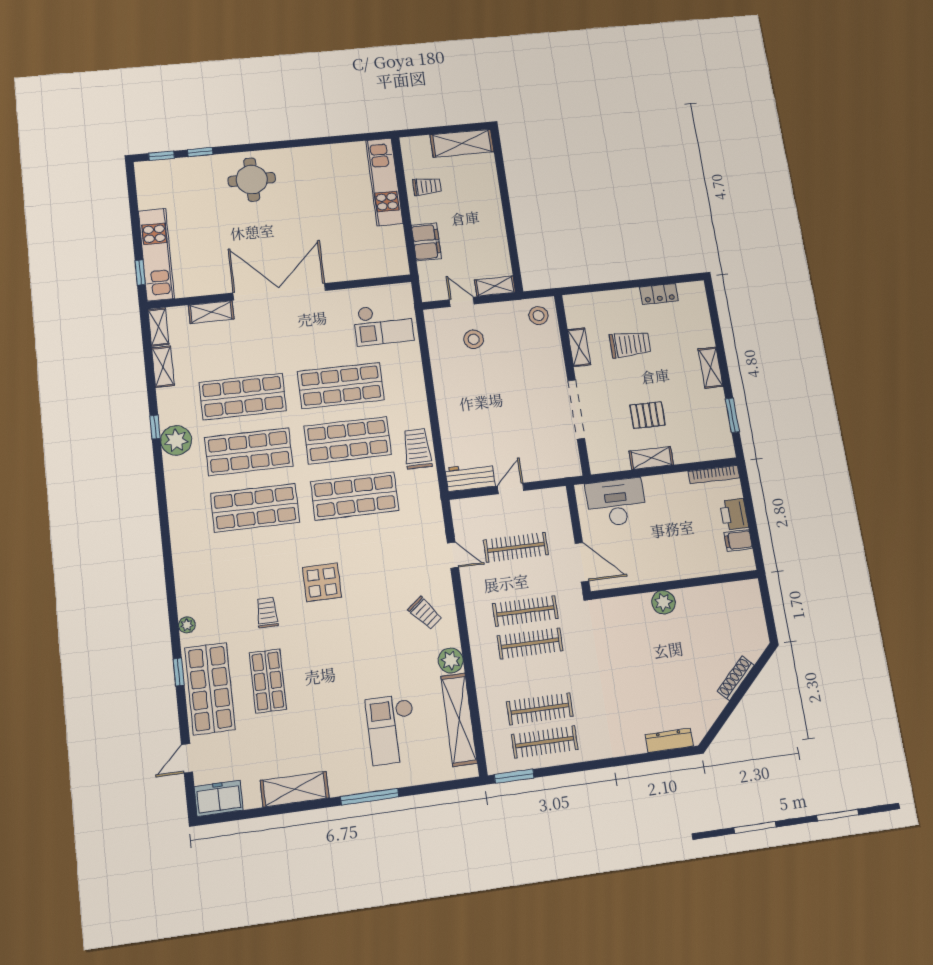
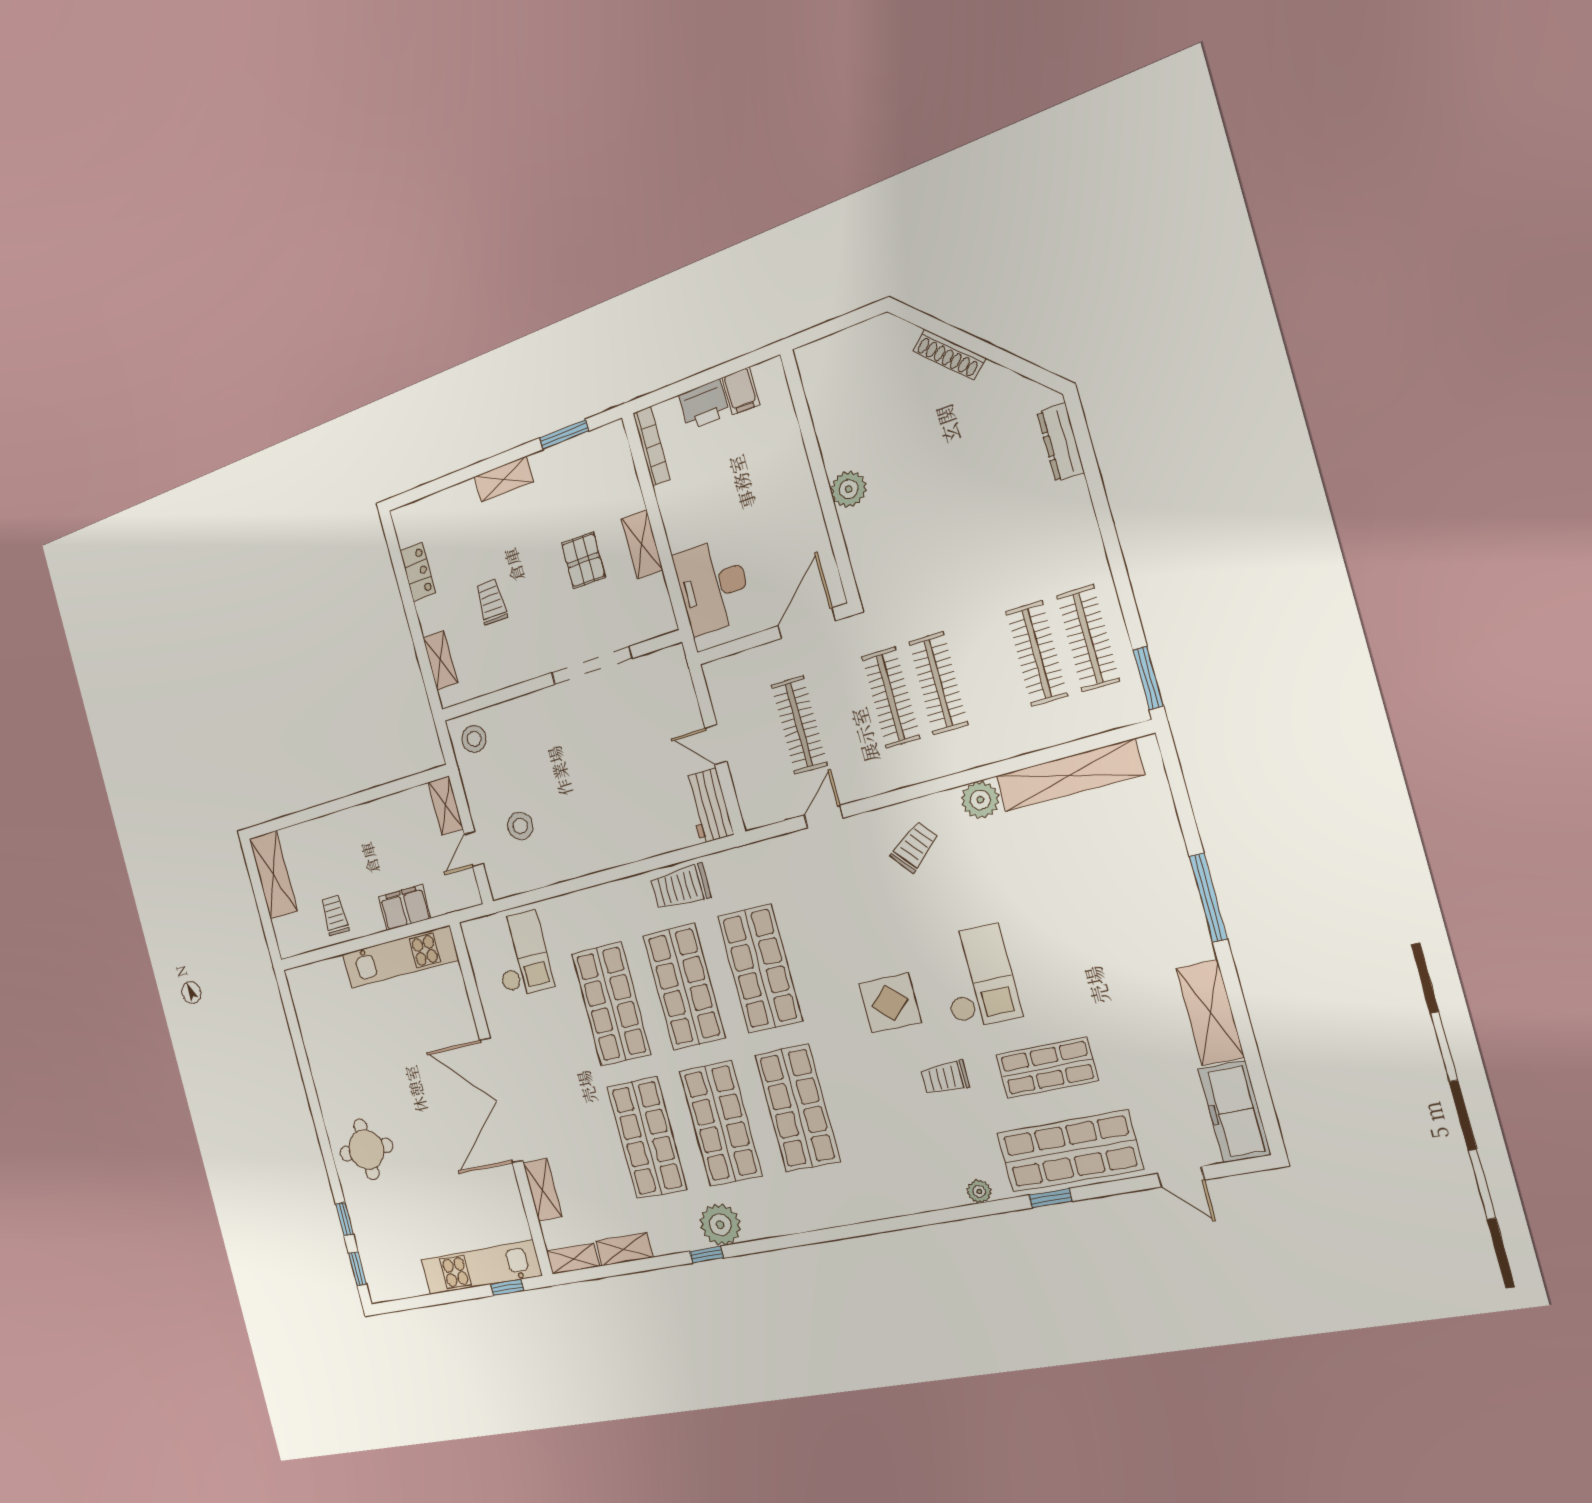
kitchen unit: (384, 182) -> (400, 957), moved
trolley: (630, 344) -> (491, 602), width x0.73, depth x0.72
shelving: (579, 347) -> (440, 660), moved, turned 90
checkout: (392, 730) -> (977, 977), moved, turned -90
freezer: (219, 798) -> (1234, 1112), width x1.40

